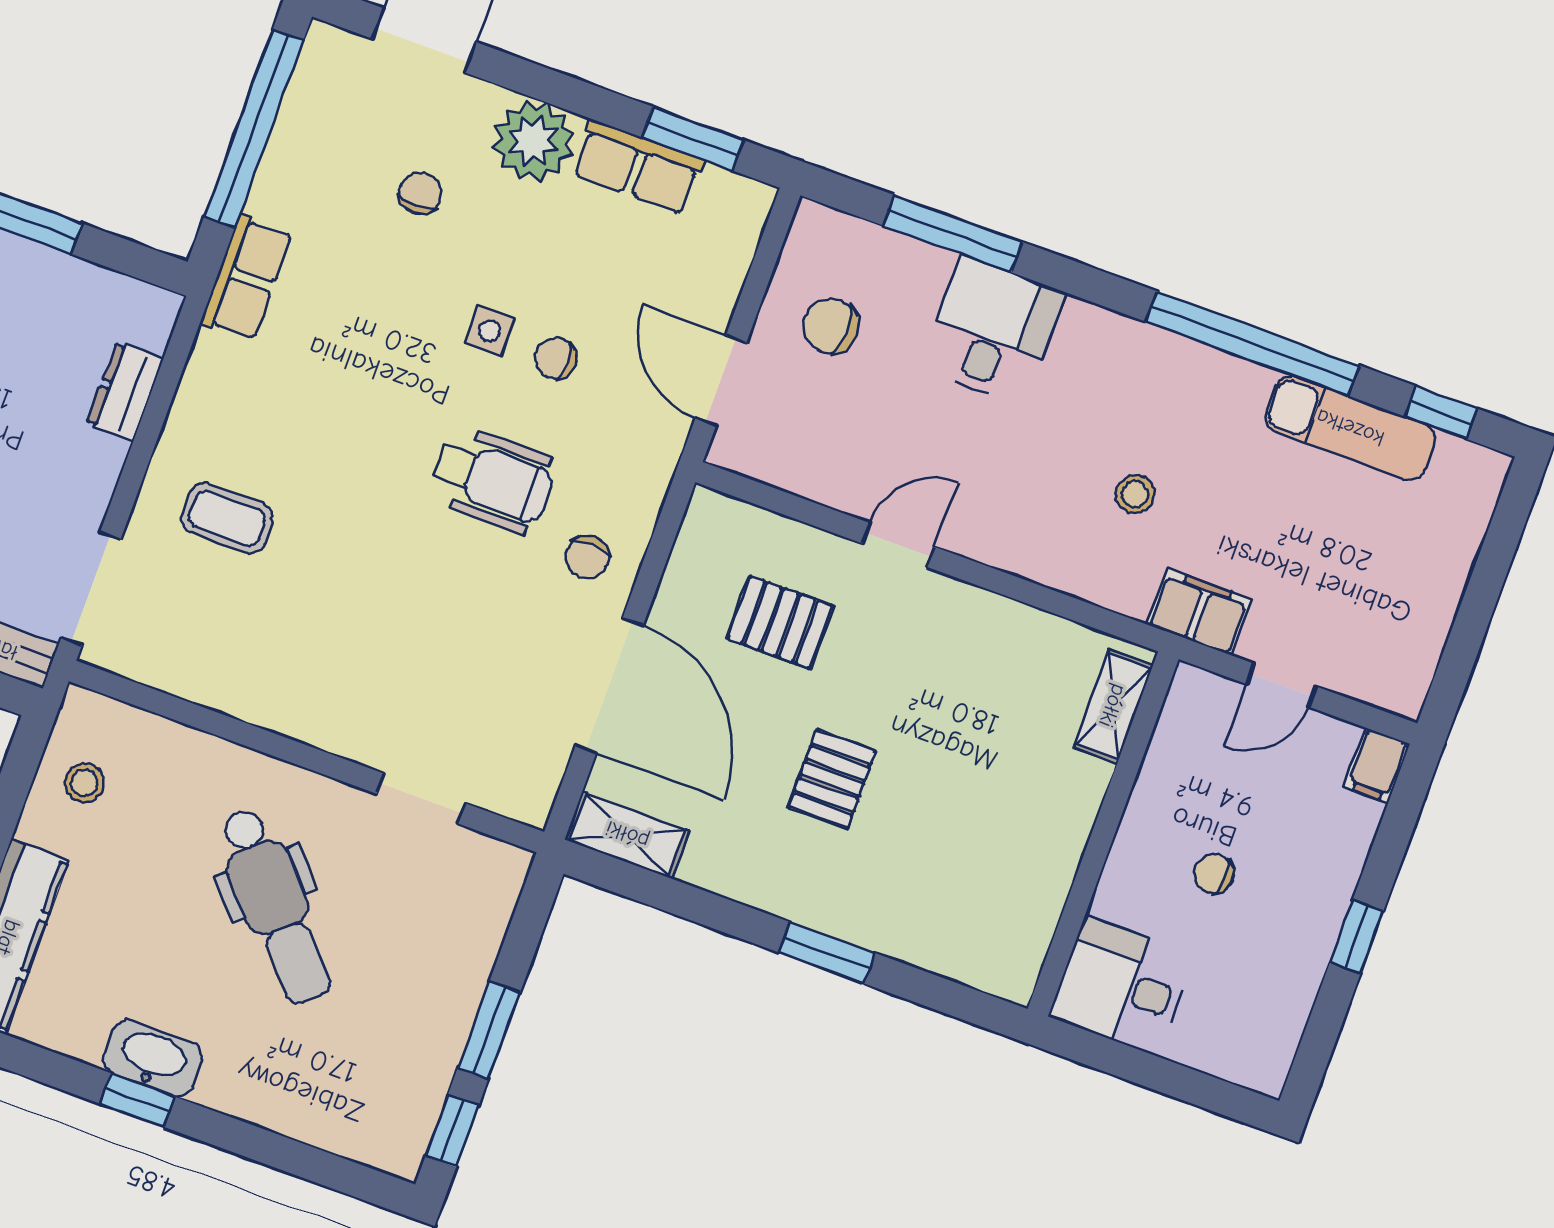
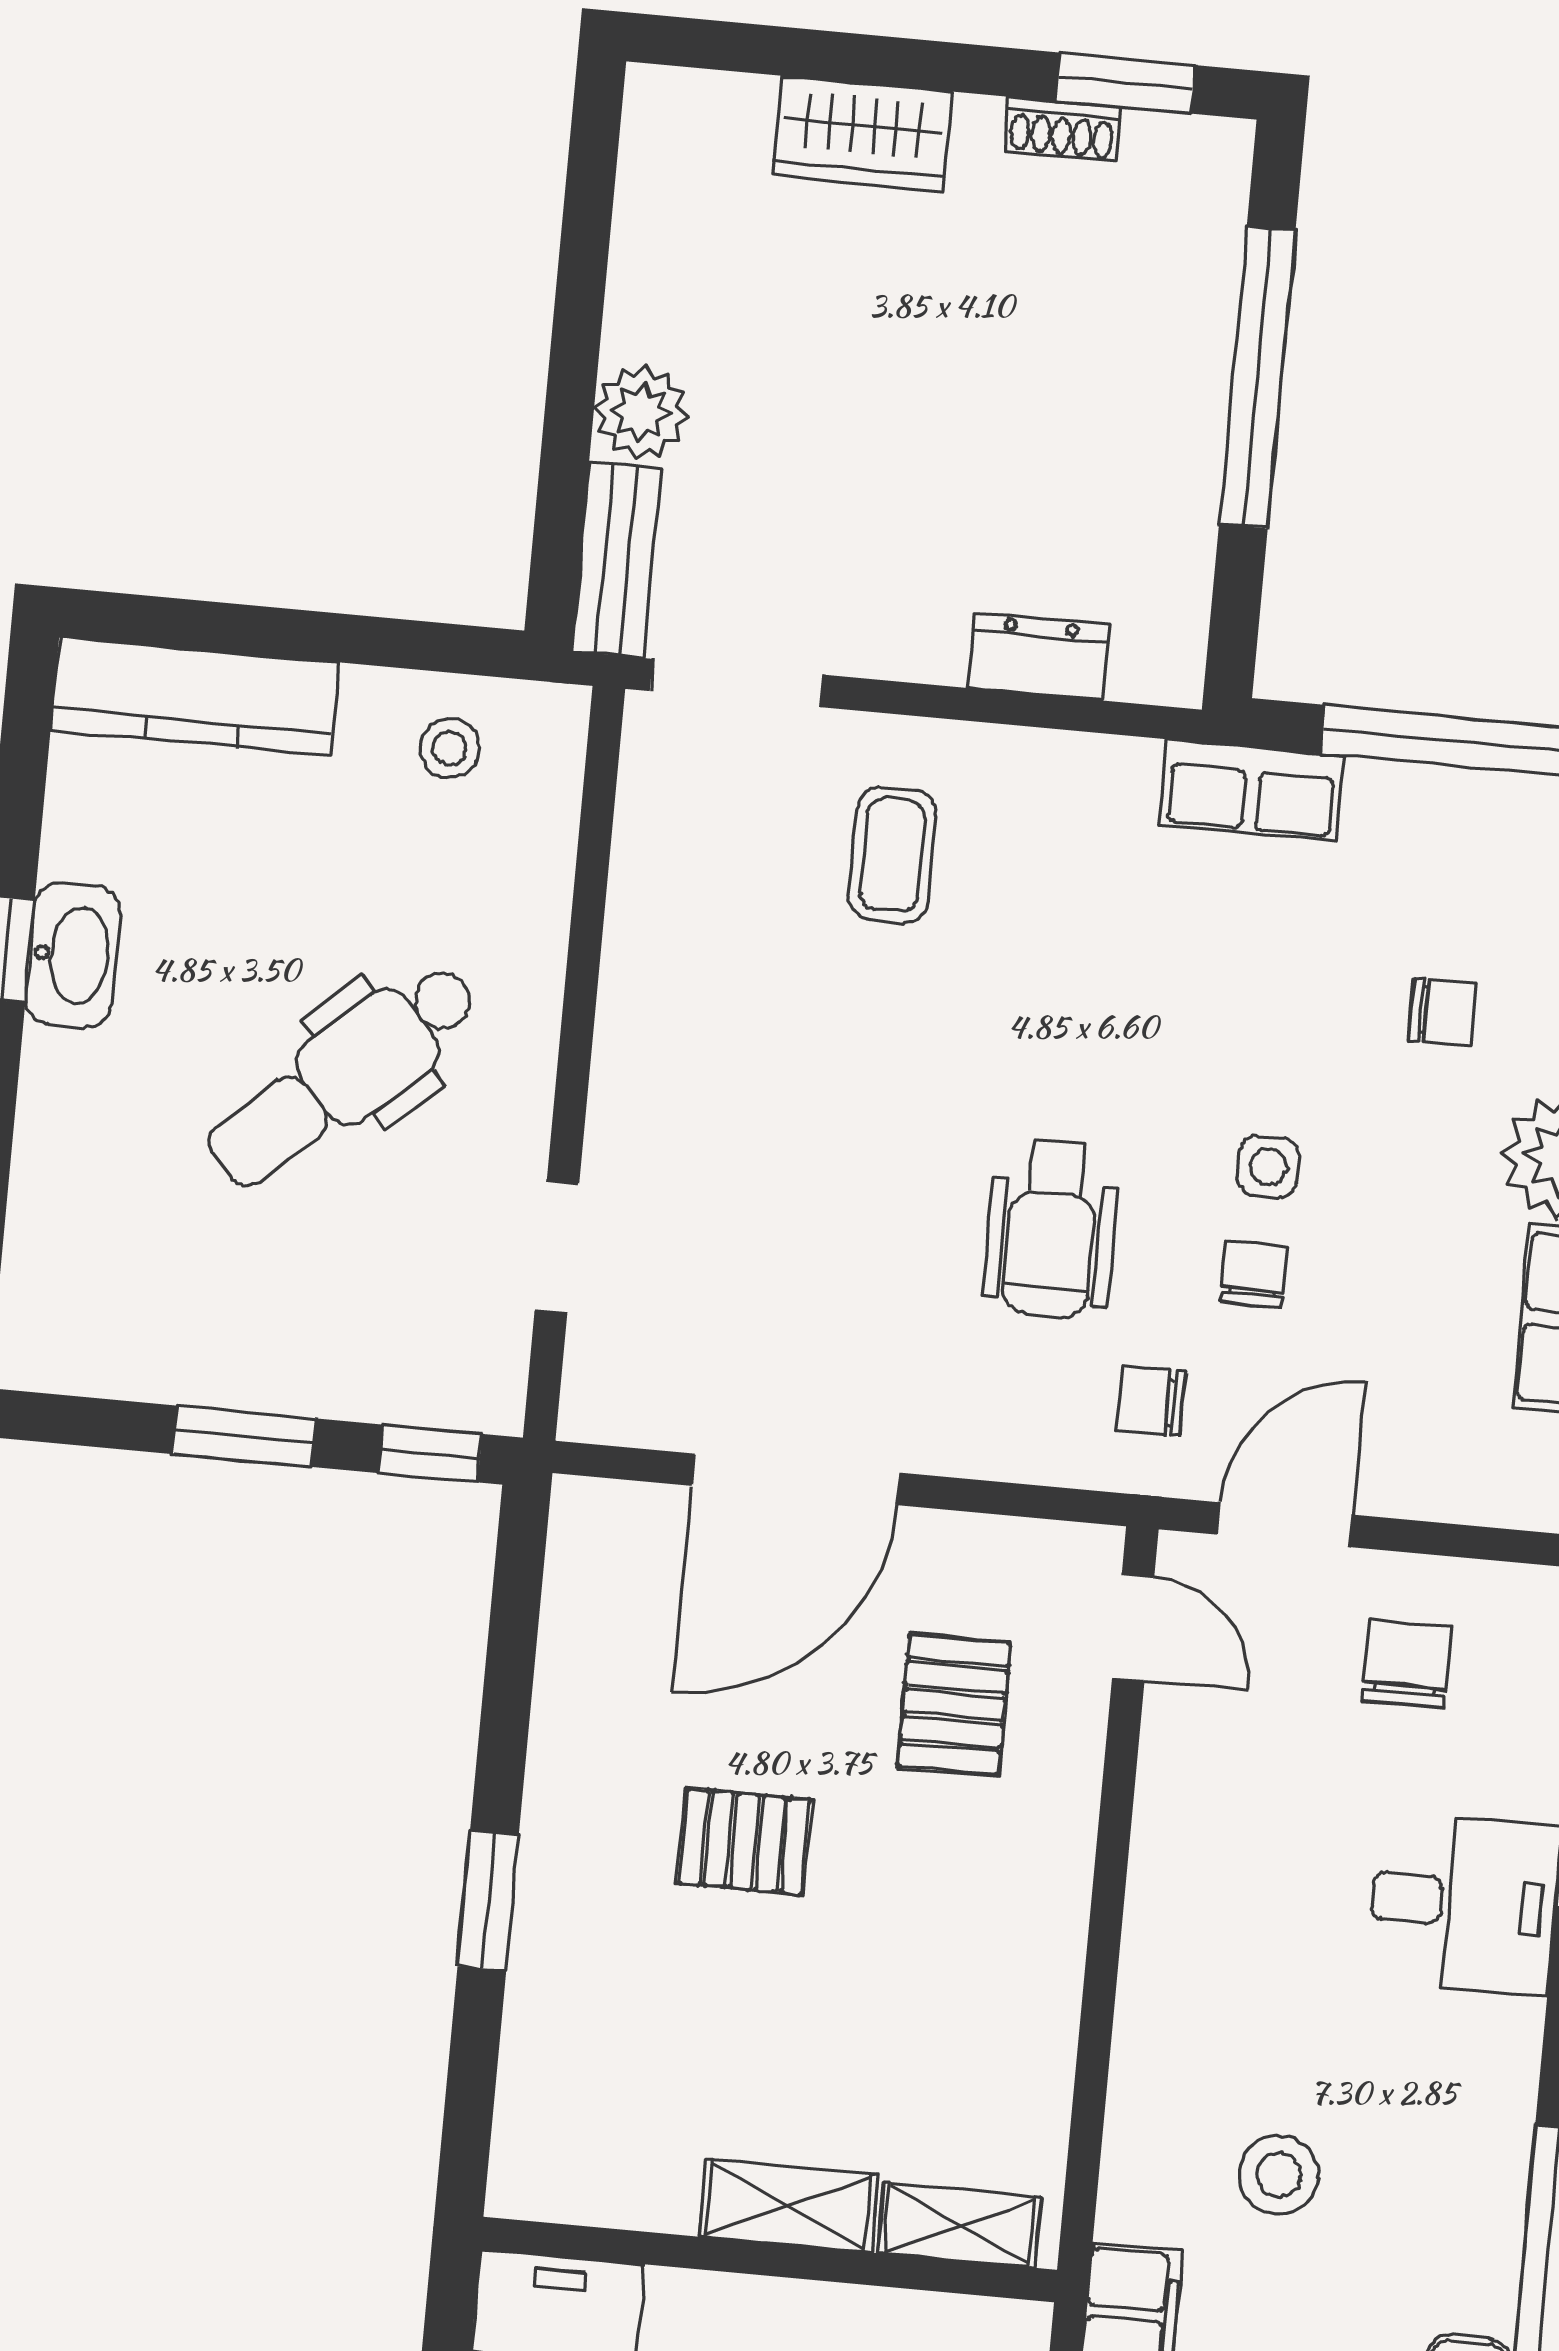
stool: (1135, 494) -> (1279, 2175), width x1.37, depth x1.37
door: (898, 545) -> (1133, 1628), moved
chair: (587, 557) -> (1151, 1401), moved
shelving: (627, 835) -> (789, 2206), moved, turned 90
window: (452, 1131) -> (430, 1454), moved

